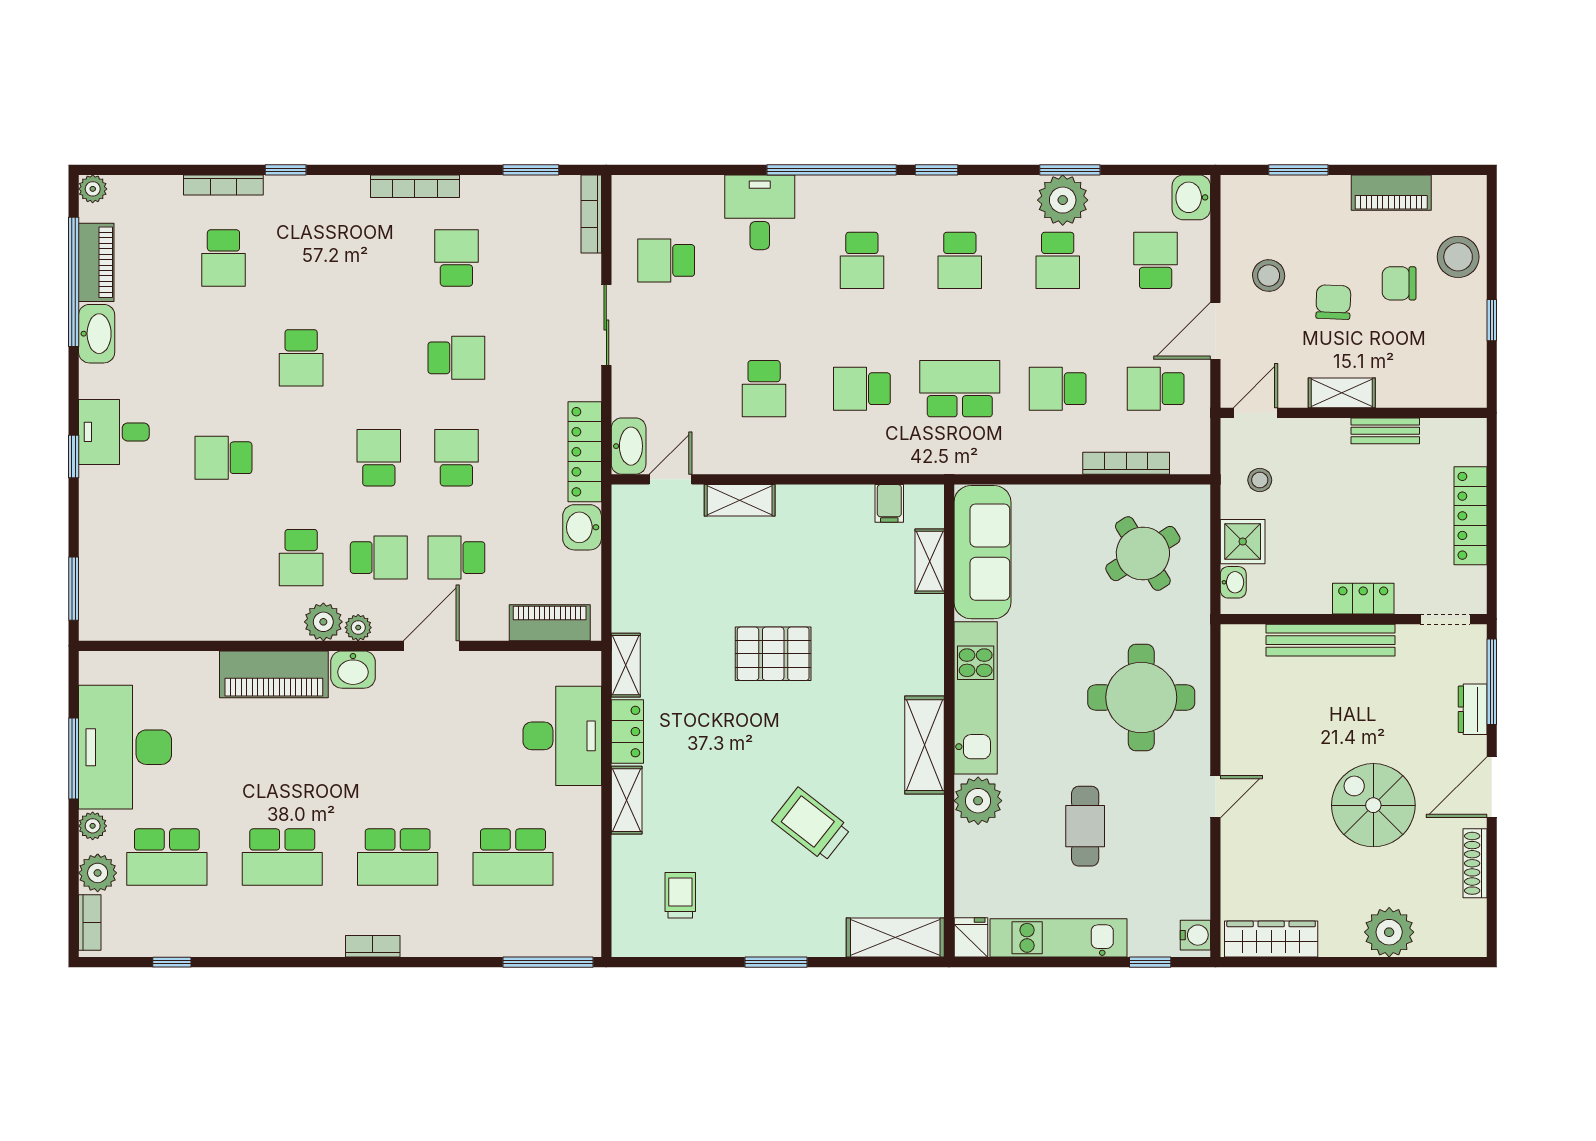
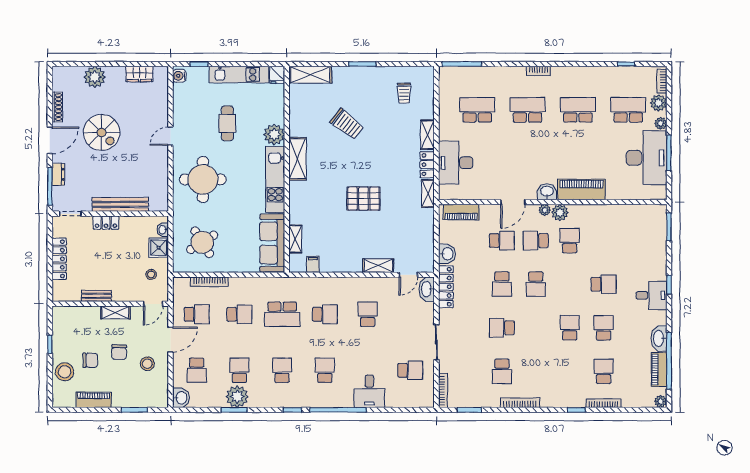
school desk: (223, 358) -> (604, 328), added
wardrobe: (1271, 939) -> (139, 74), width x0.67

